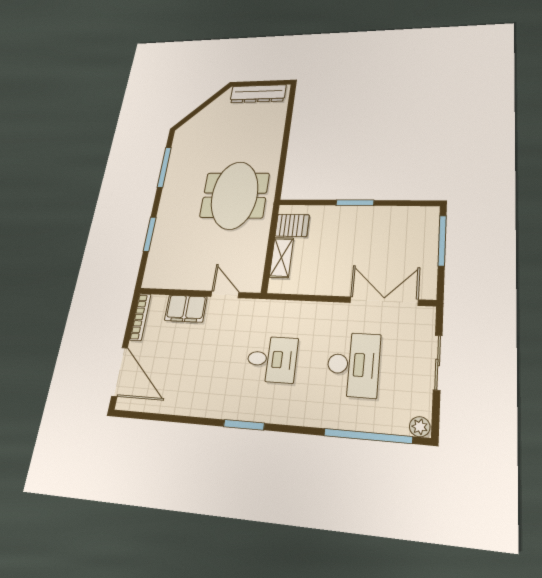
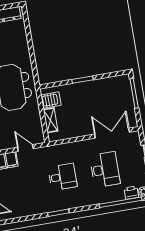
printer: (394, 422) -> (131, 193), added

